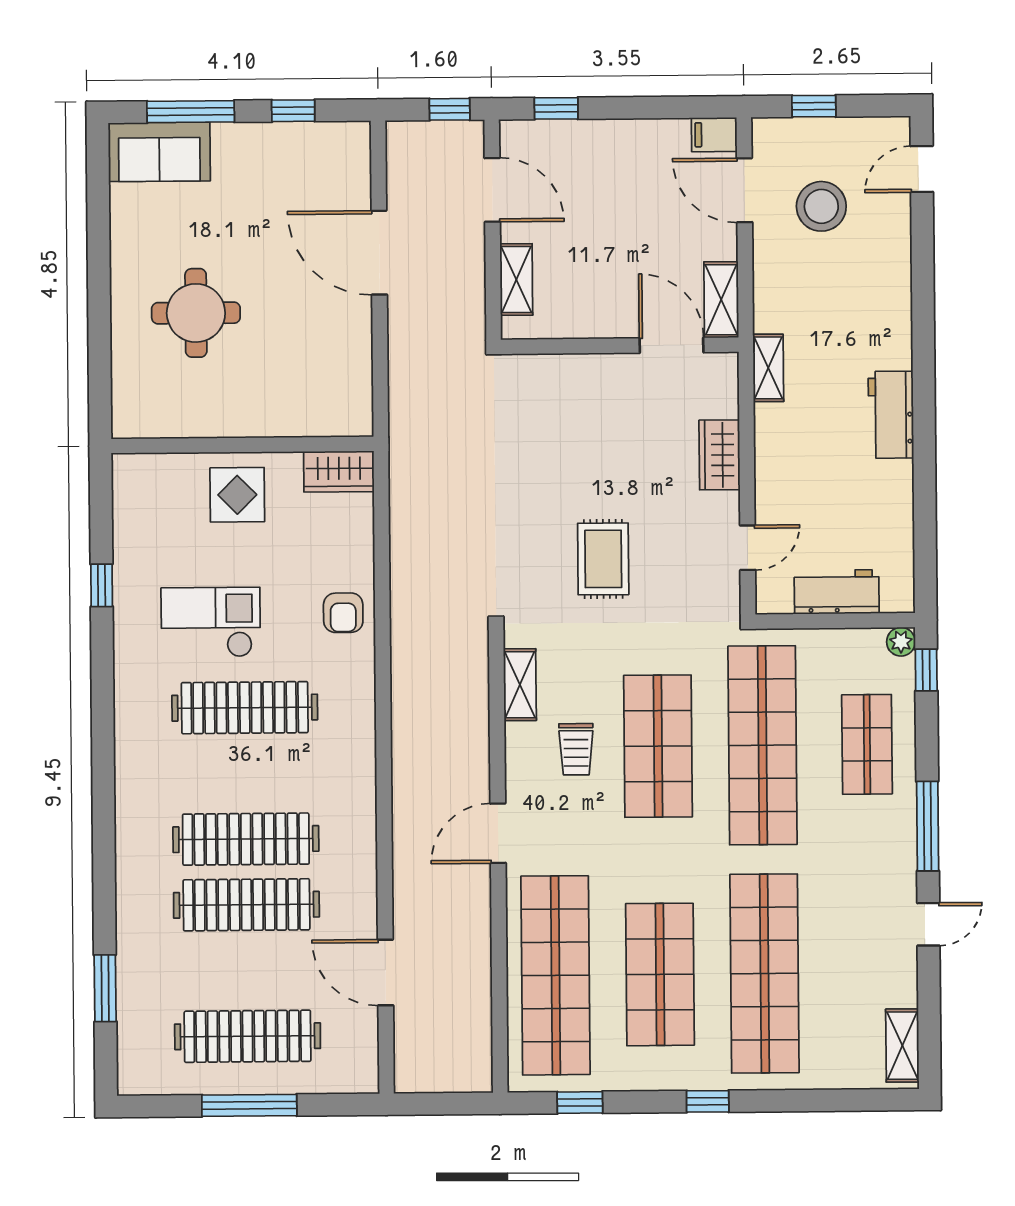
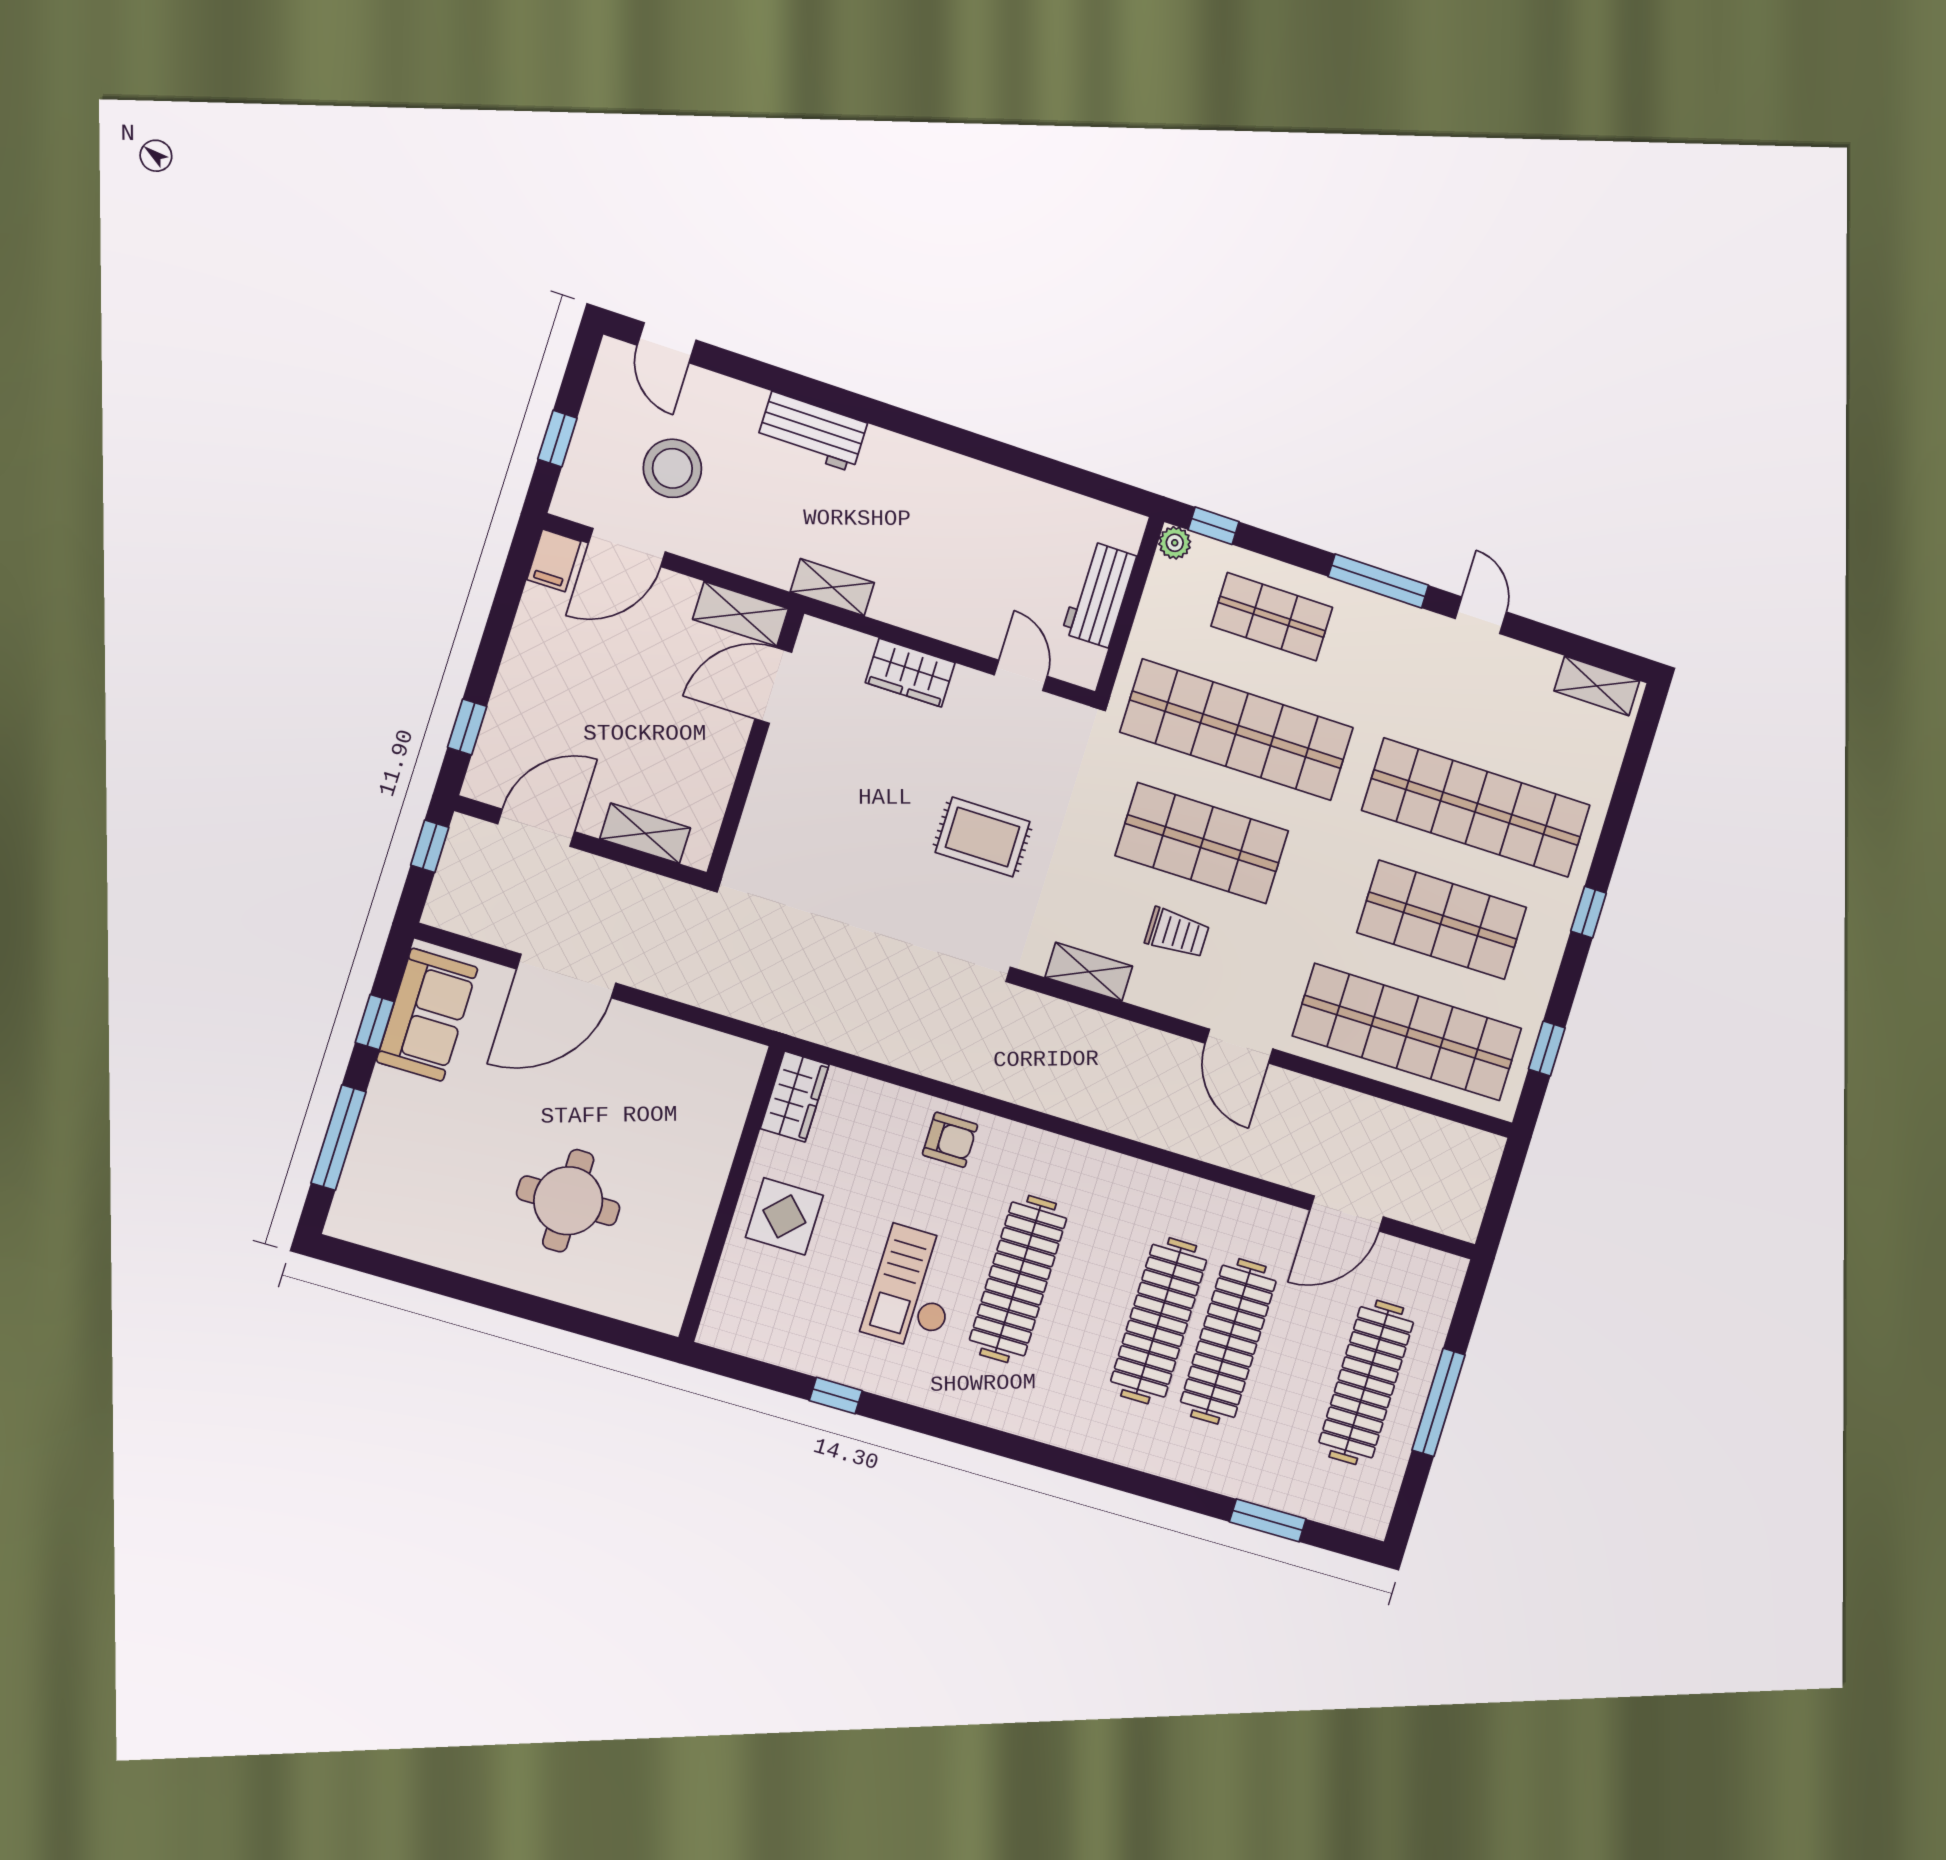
sofa: (159, 152) -> (427, 1015), moved
workbench: (891, 415) -> (812, 432), moved

